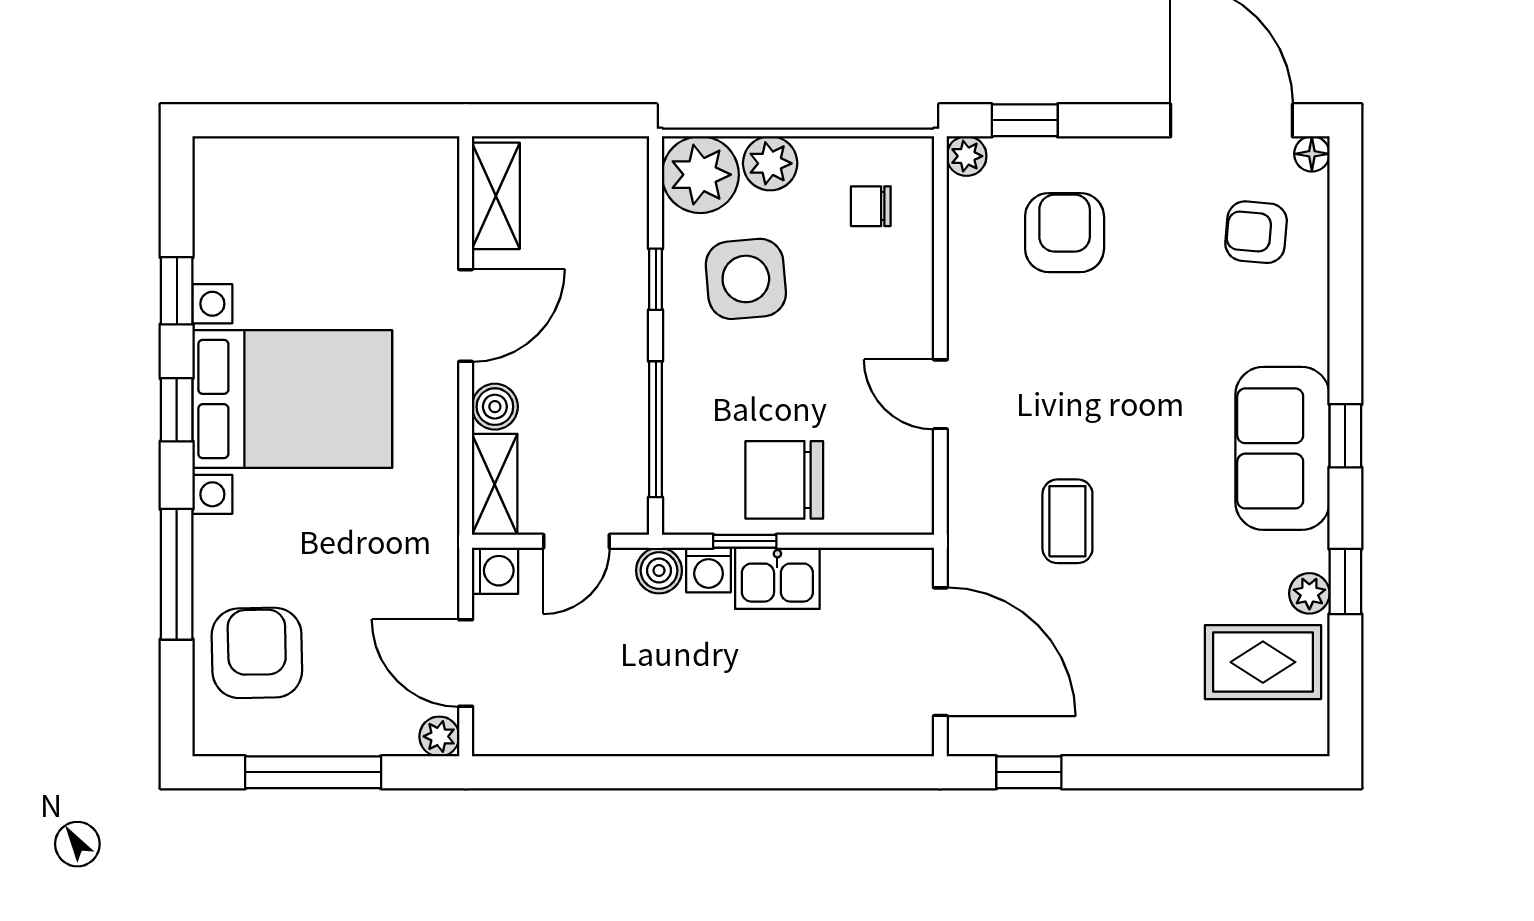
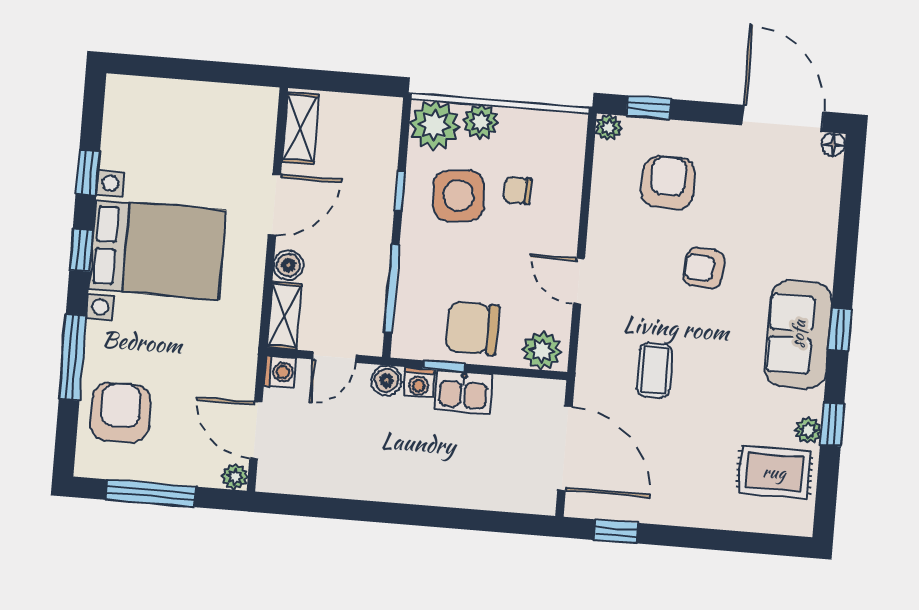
chair: (871, 206) -> (518, 190), moved
armchair: (1256, 232) -> (704, 268), moved
plant: (893, 505) -> (542, 351), added

